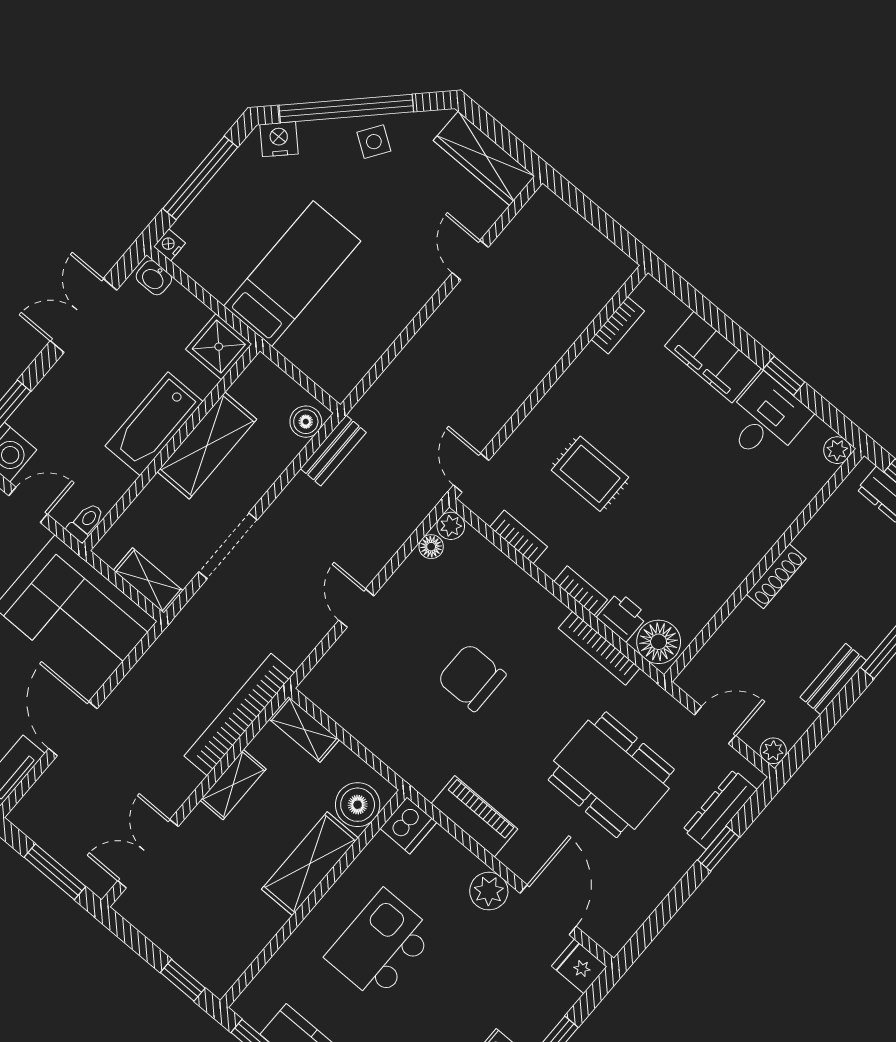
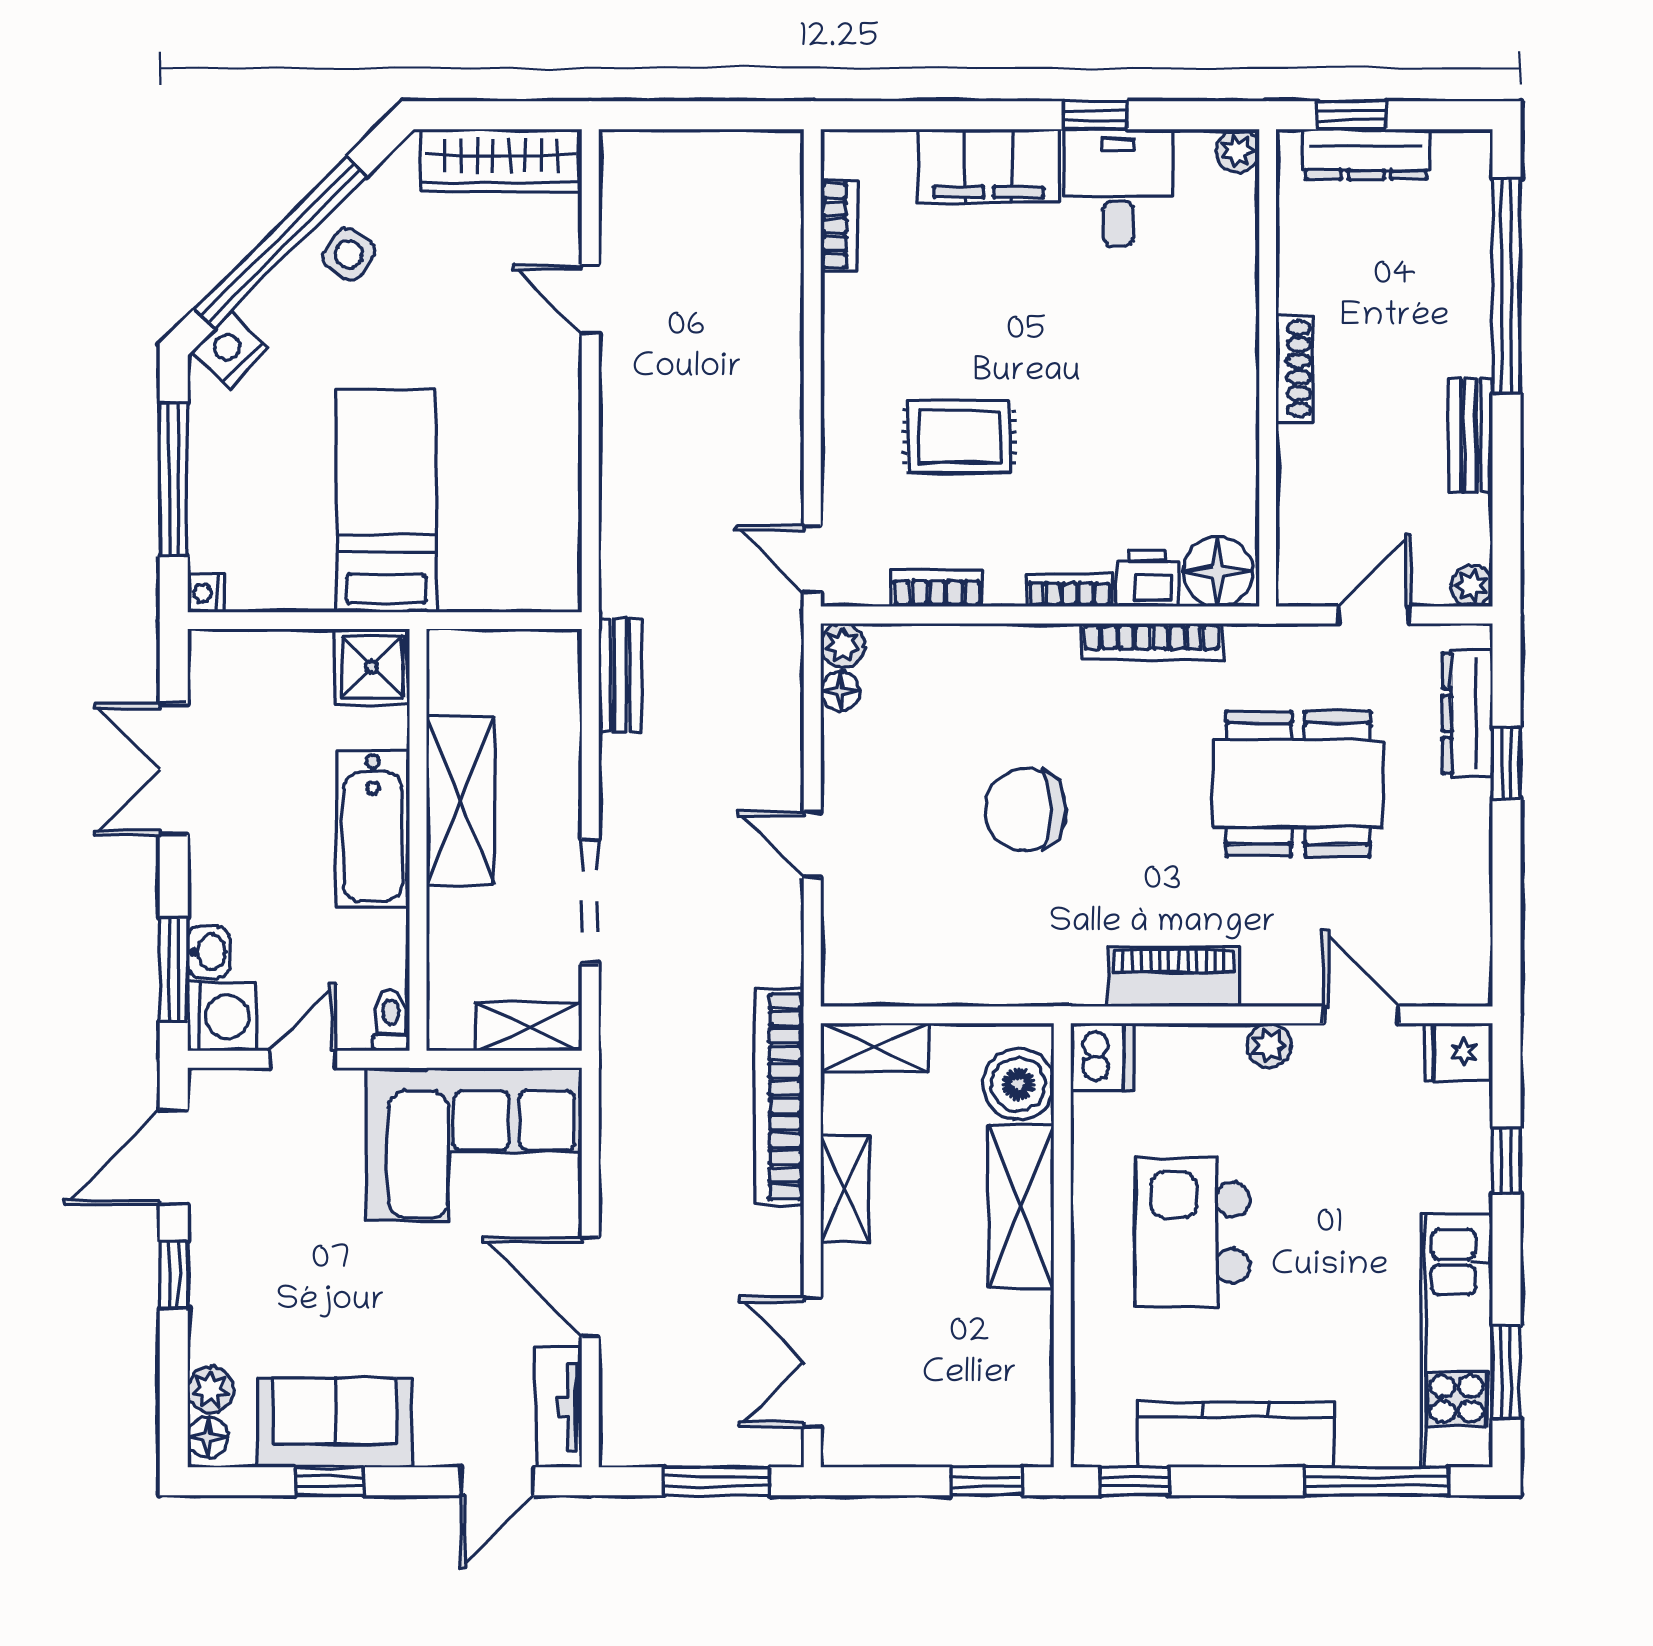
washbasin: (154, 278) -> (209, 952), moved, turned -90
boiler: (306, 422) -> (556, 668), removed
plant: (489, 891) -> (1269, 1045), width x0.73, depth x0.73
door: (548, 910) -> (1361, 1015), width x0.73

